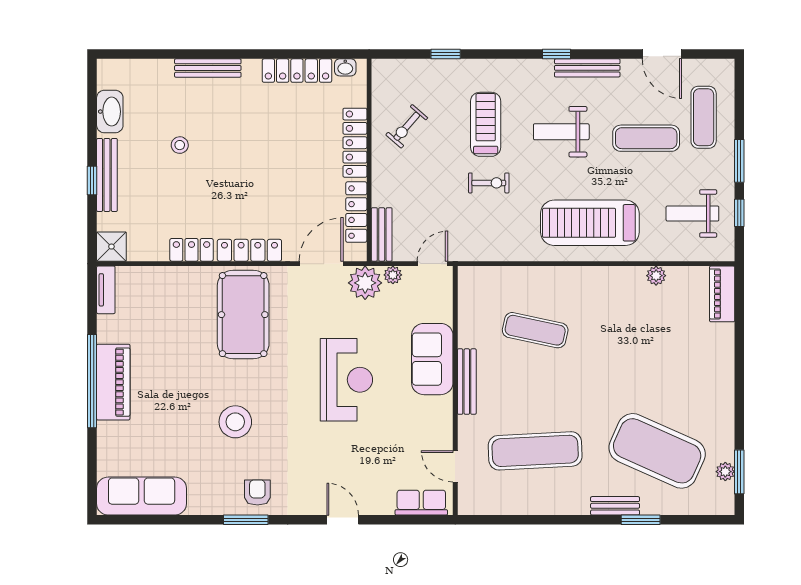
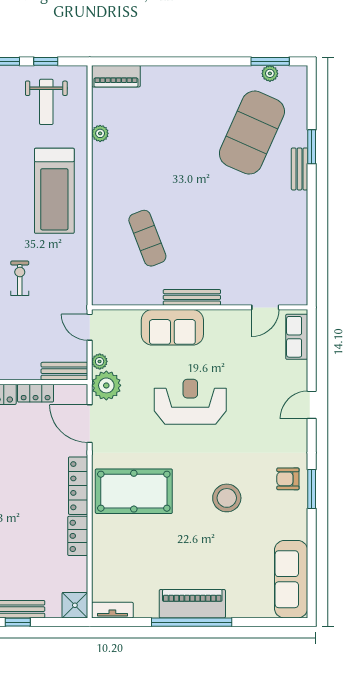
locker: (356, 212) -> (36, 393), width x0.66
exercise mat: (535, 330) -> (147, 238), turned -33
exercise mat: (535, 451) -> (252, 238), removed

